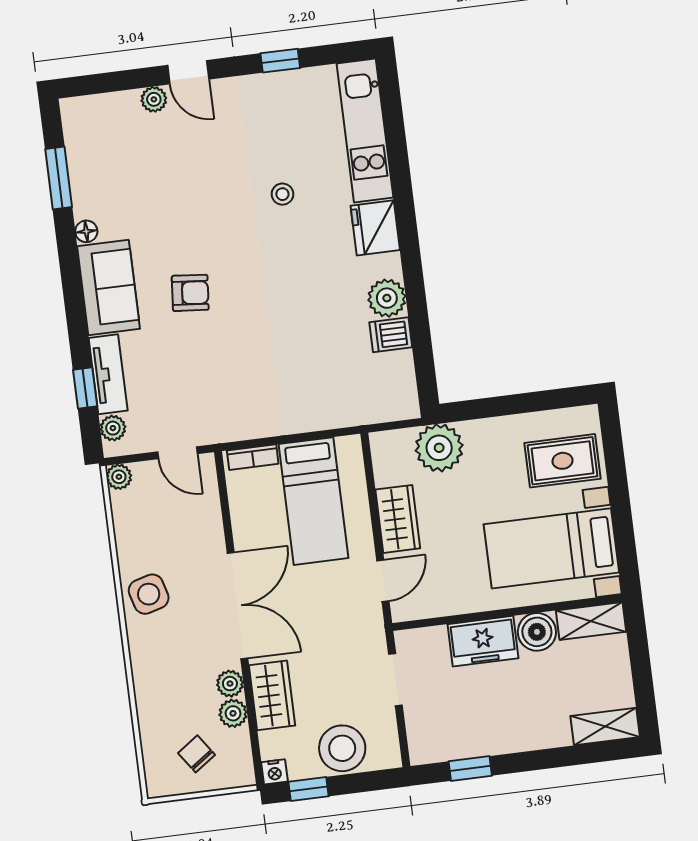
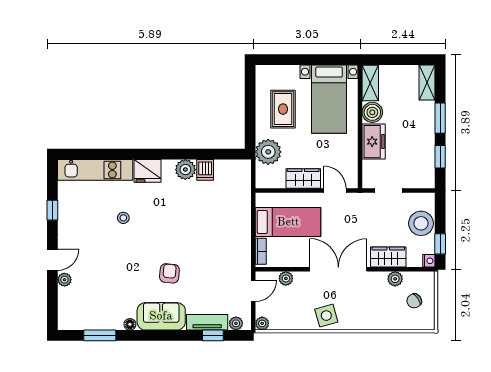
rug: (563, 461) -> (283, 109), moved
plant: (230, 684) -> (286, 278), moved
window: (542, 759) -> (440, 118), added

